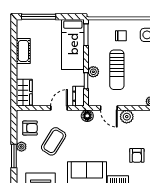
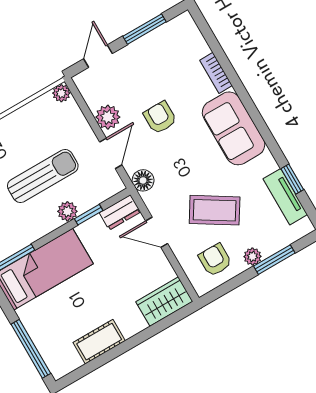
armchair: (137, 155) -> (160, 117), moved, turned -90

